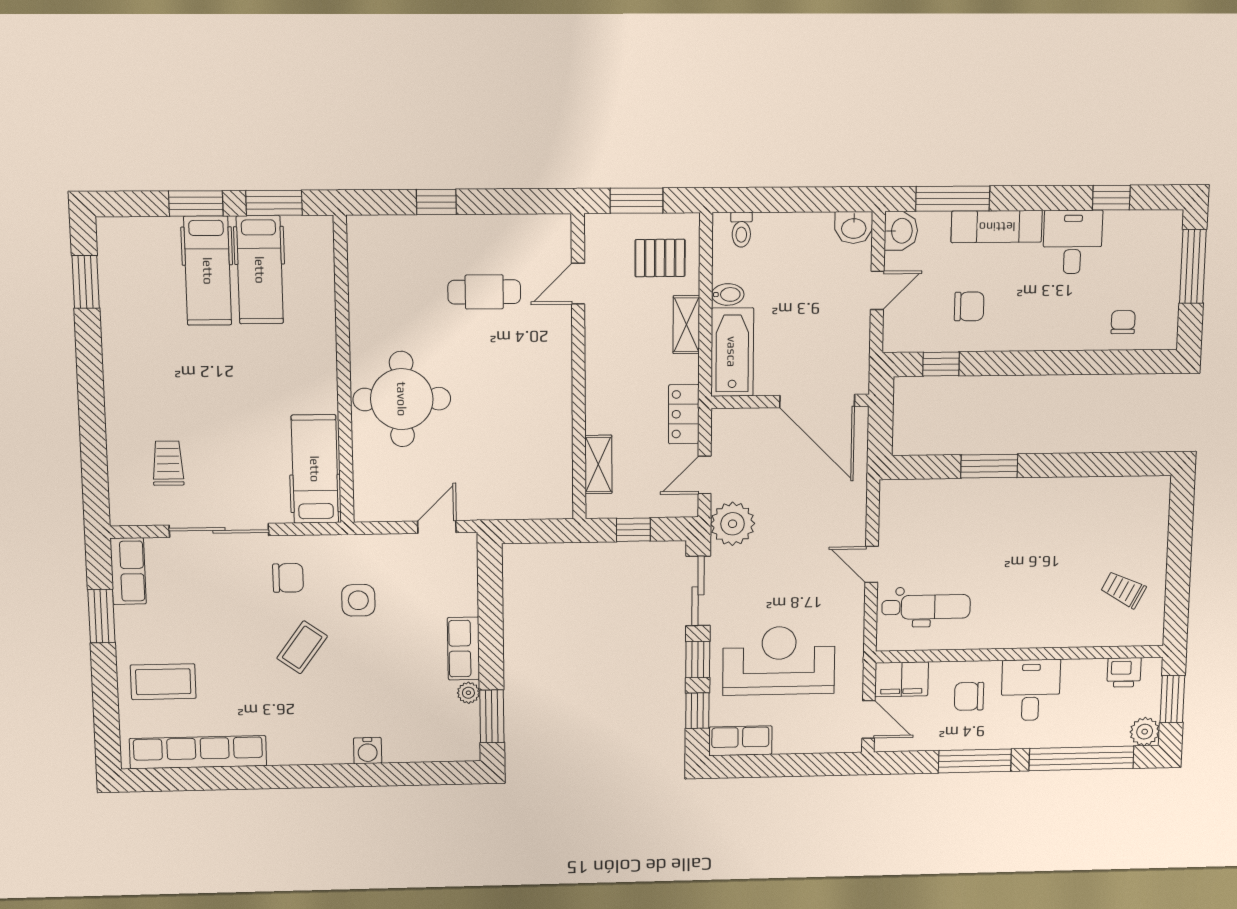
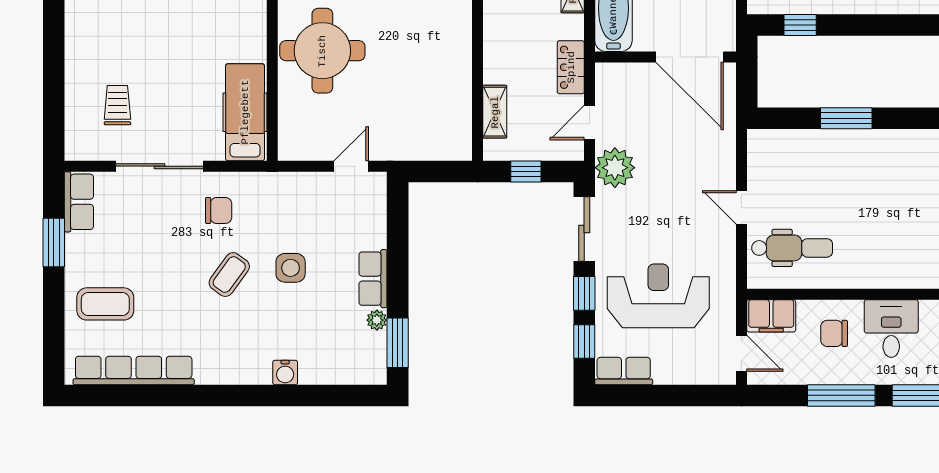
side table: (358, 600) -> (291, 268), moved

